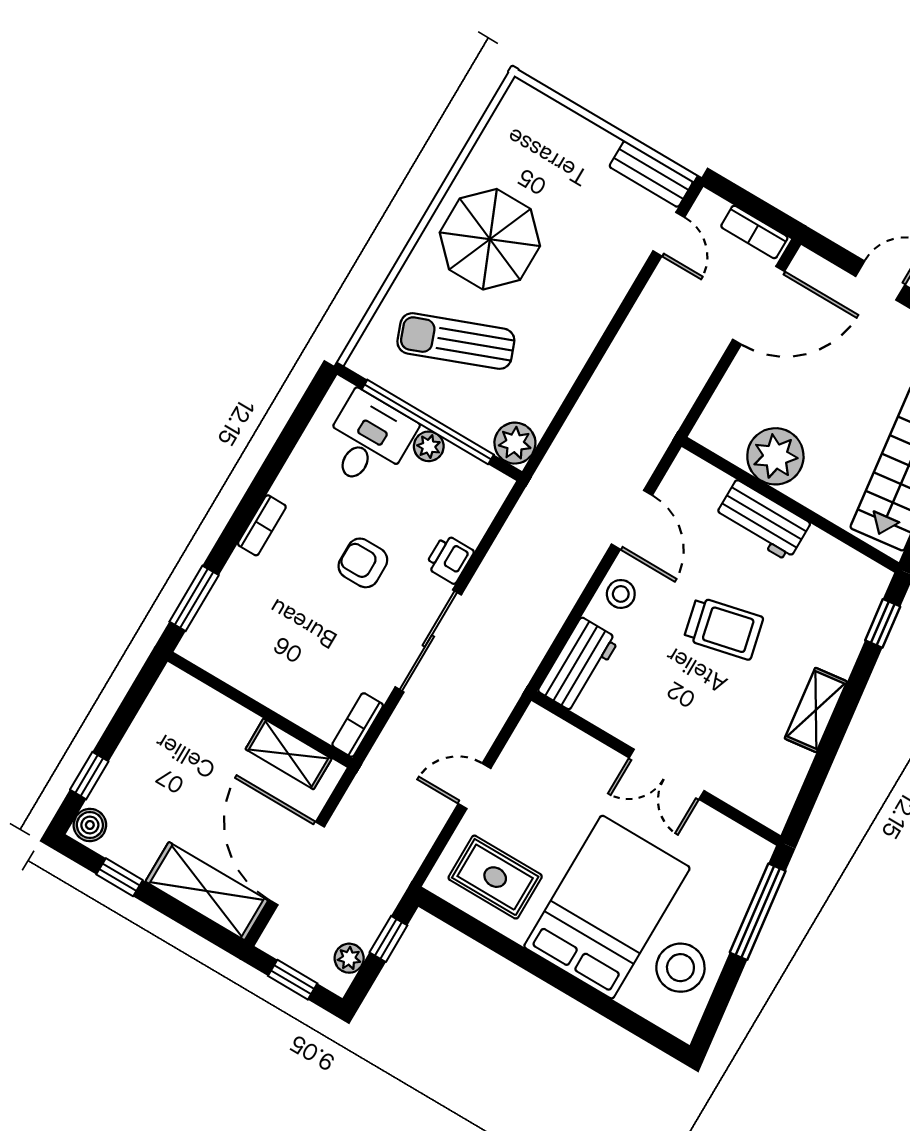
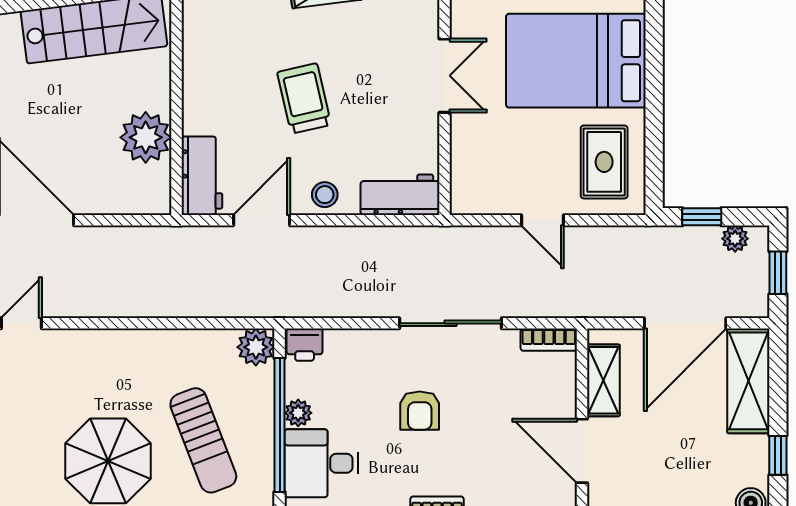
workbench: (762, 520) -> (202, 176), moved
printer: (449, 559) -> (305, 345), moved
door: (234, 694) -> (582, 451), added

